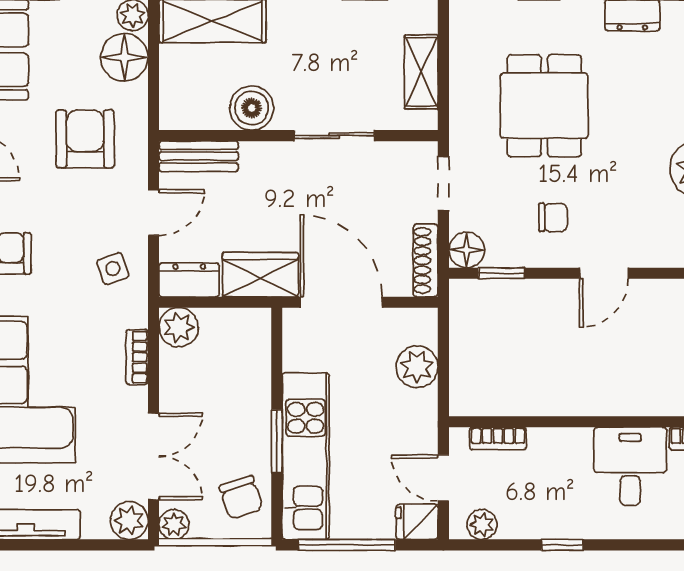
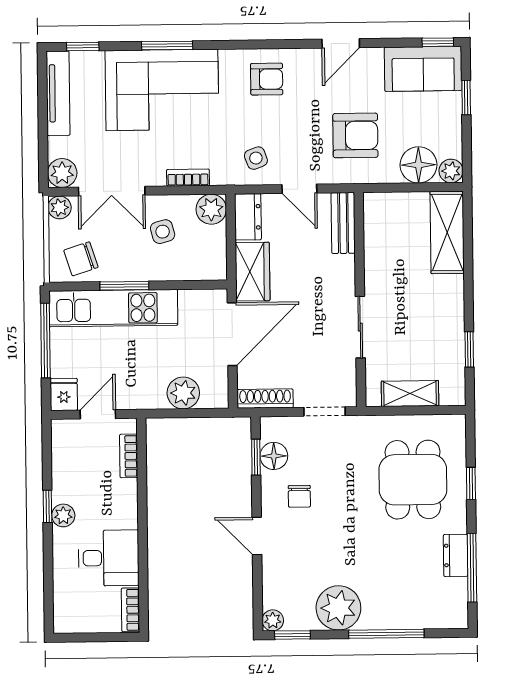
dining table: (544, 106) -> (413, 480), moved, turned 90
boiler: (252, 108) -> (381, 263), removed
floor lamp: (467, 250) -> (274, 456), moved
side table: (207, 391) -> (163, 232), added
plant: (482, 525) -> (63, 515), moved

